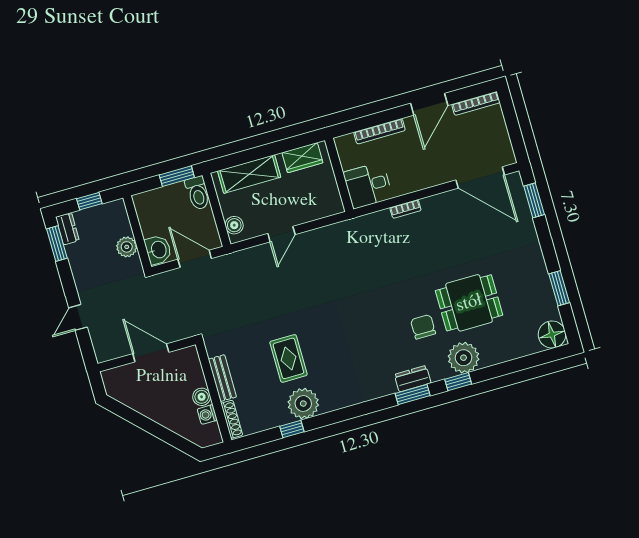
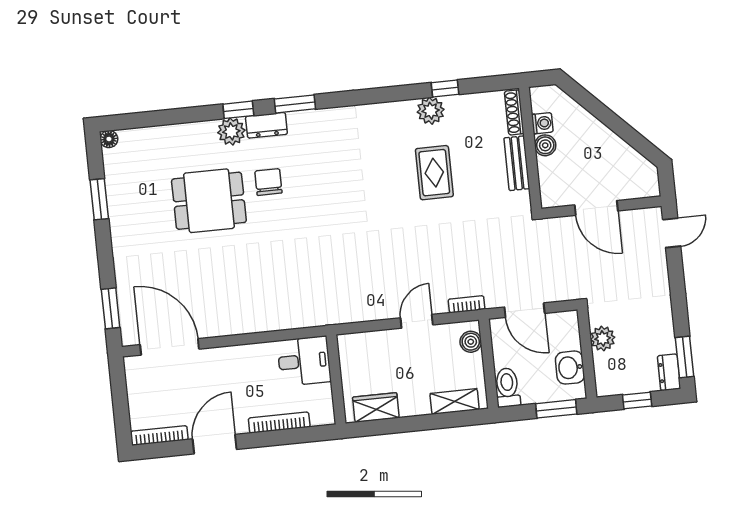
shelving: (249, 174) -> (455, 402), width x0.67, depth x0.75
window: (177, 176) -> (556, 409), moved
bookcase: (405, 209) -> (467, 304), moved
washbasin: (158, 250) -> (570, 368), moved
door: (78, 317) -> (672, 233), moved
chair: (423, 327) -> (268, 182), turned 180
floor lamp: (552, 335) -> (109, 139), width x0.53, depth x0.53
plant: (464, 358) -> (231, 131), width x0.73, depth x0.73
dresser: (413, 379) -> (266, 125), moved
plant: (303, 404) -> (431, 111), width x0.73, depth x0.73

